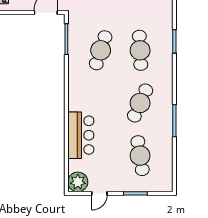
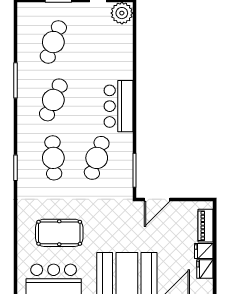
bar counter: (81, 135) -> (118, 106), moved
cafe table: (140, 156) -> (53, 42), turned 30

